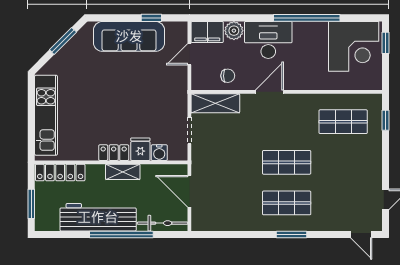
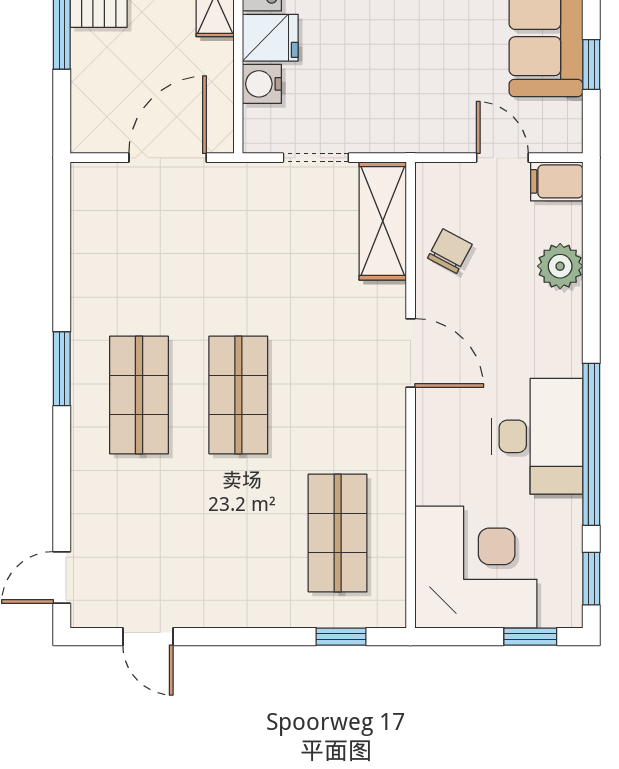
window: (362, 18) -> (591, 579), added
filing cabinet: (207, 32) -> (557, 181), width x0.50
desk: (268, 40) -> (537, 436), moved
corner desk: (354, 46) -> (476, 567), moved, turned 180
chair: (228, 76) -> (450, 251), turned -152
bicycle: (163, 223) -> (90, 92), removed
window: (291, 235) -> (62, 369), moved

